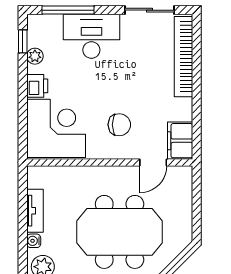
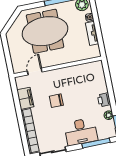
chair: (119, 125) -> (56, 101), moved
corner desk: (56, 128) -> (90, 79), removed
filing cabinet: (180, 141) -> (25, 98), moved

